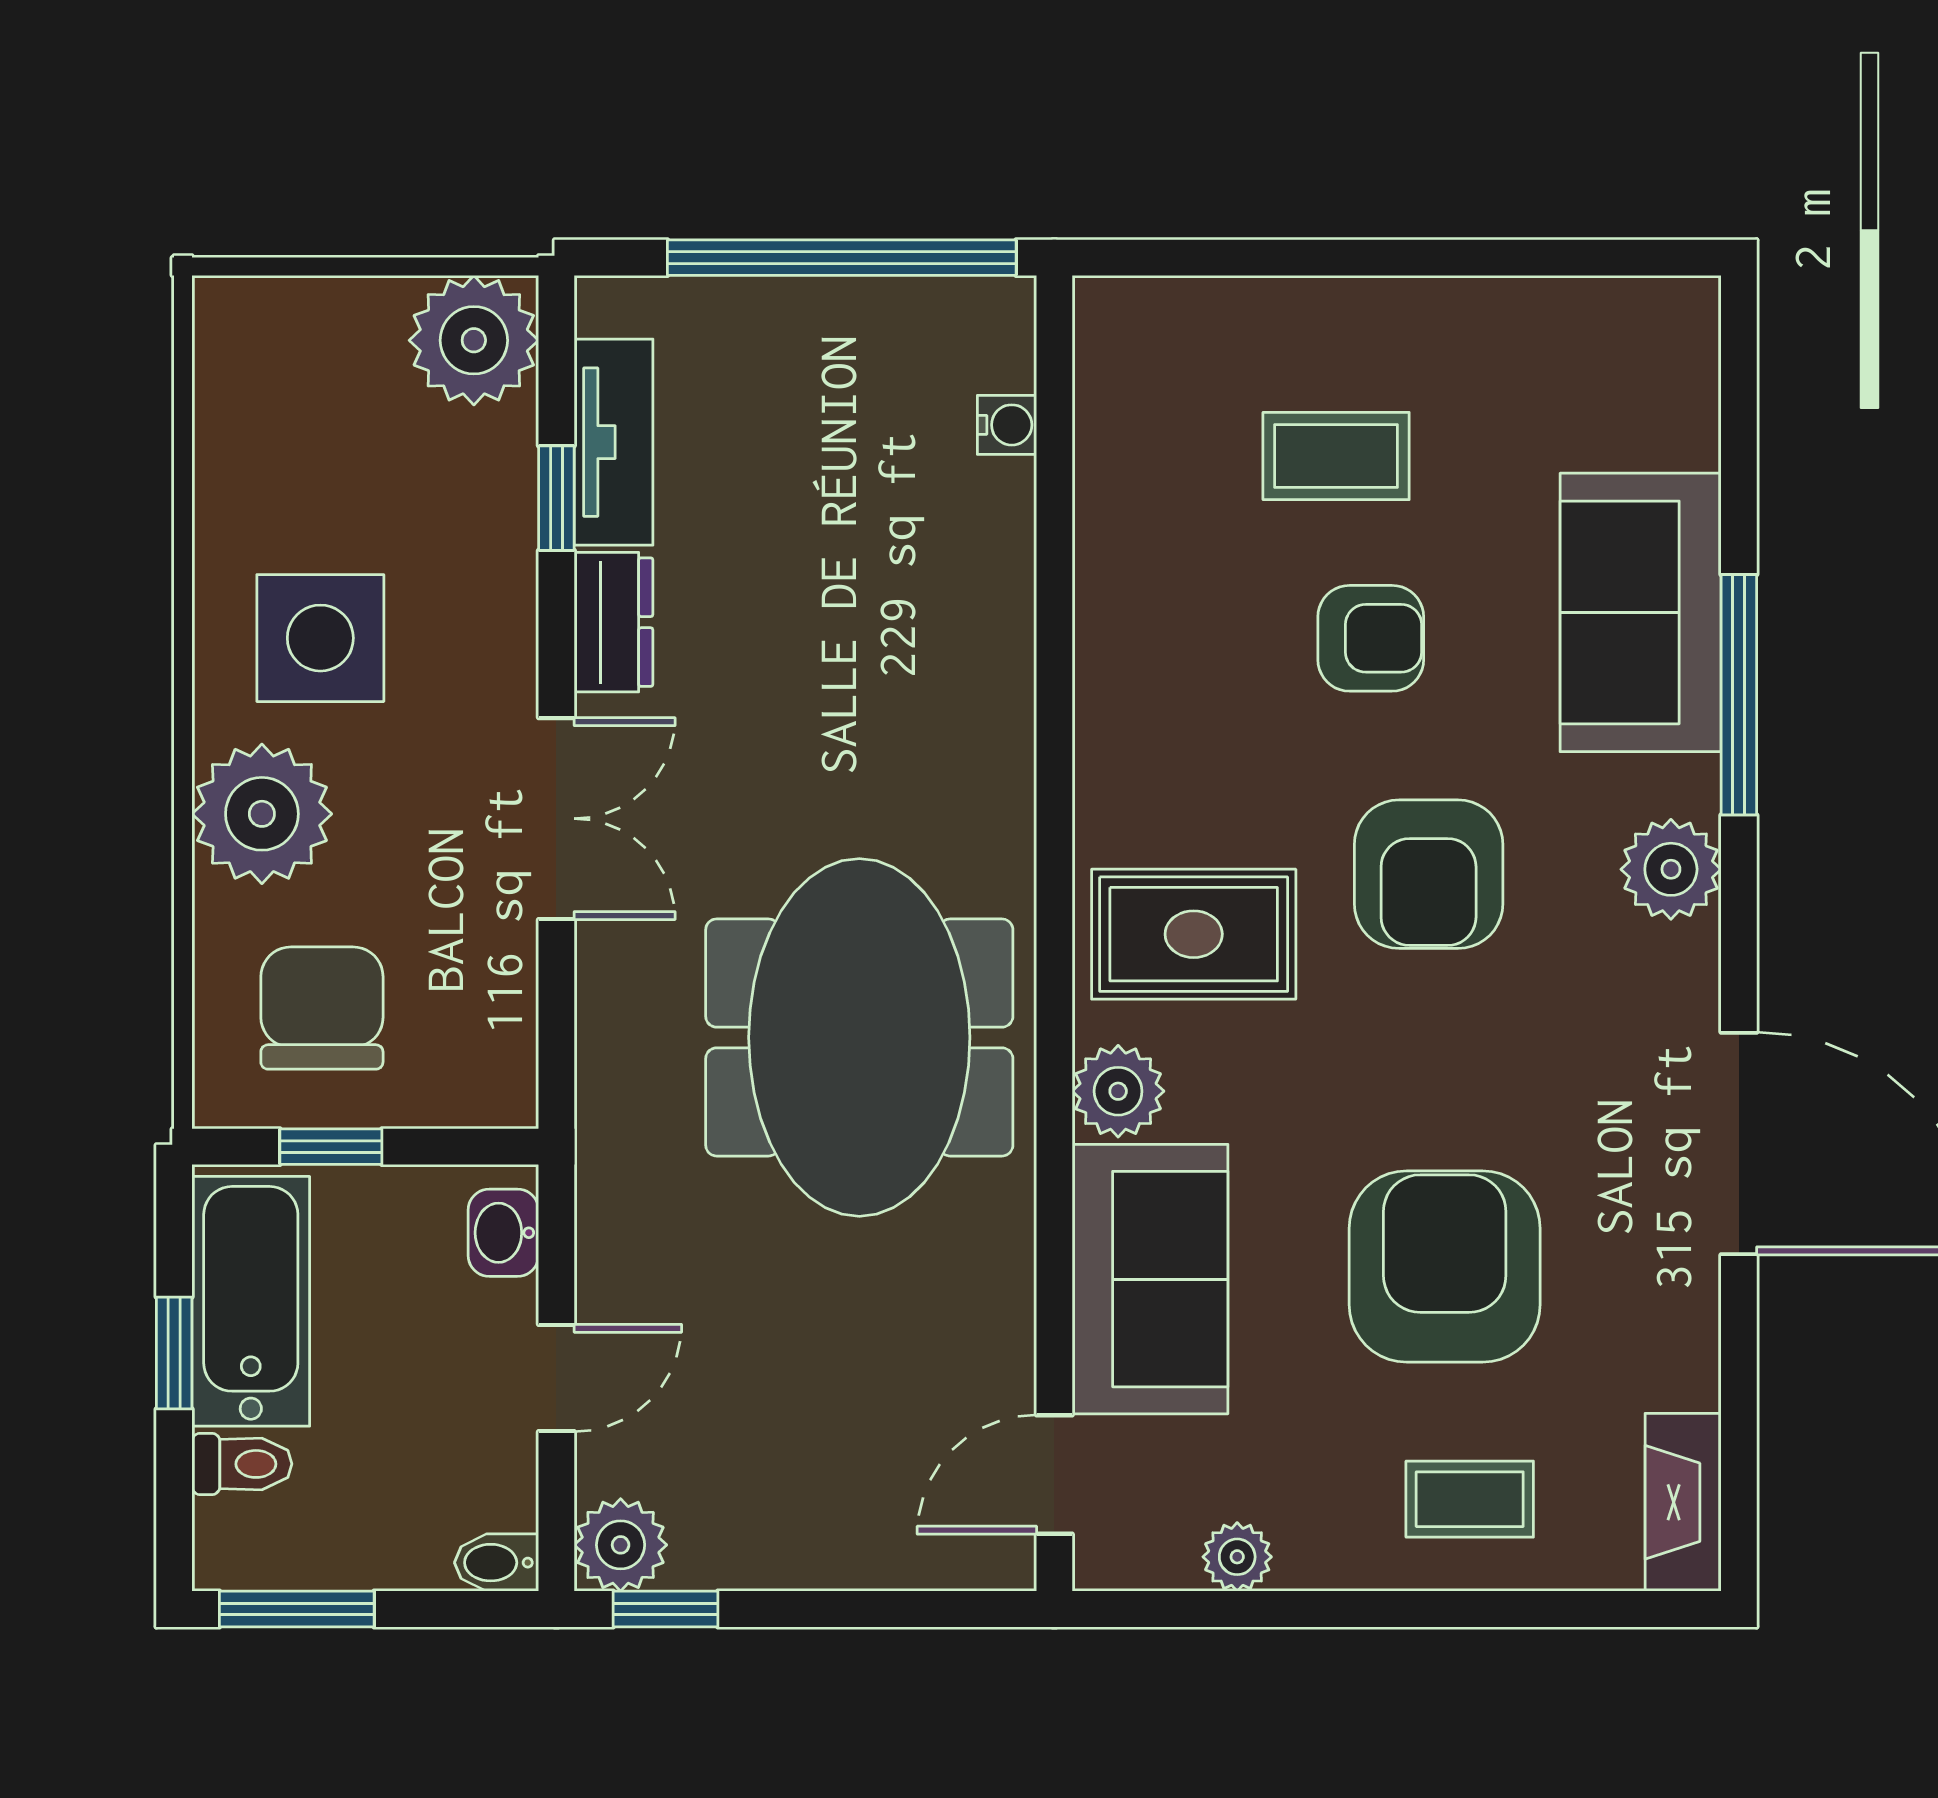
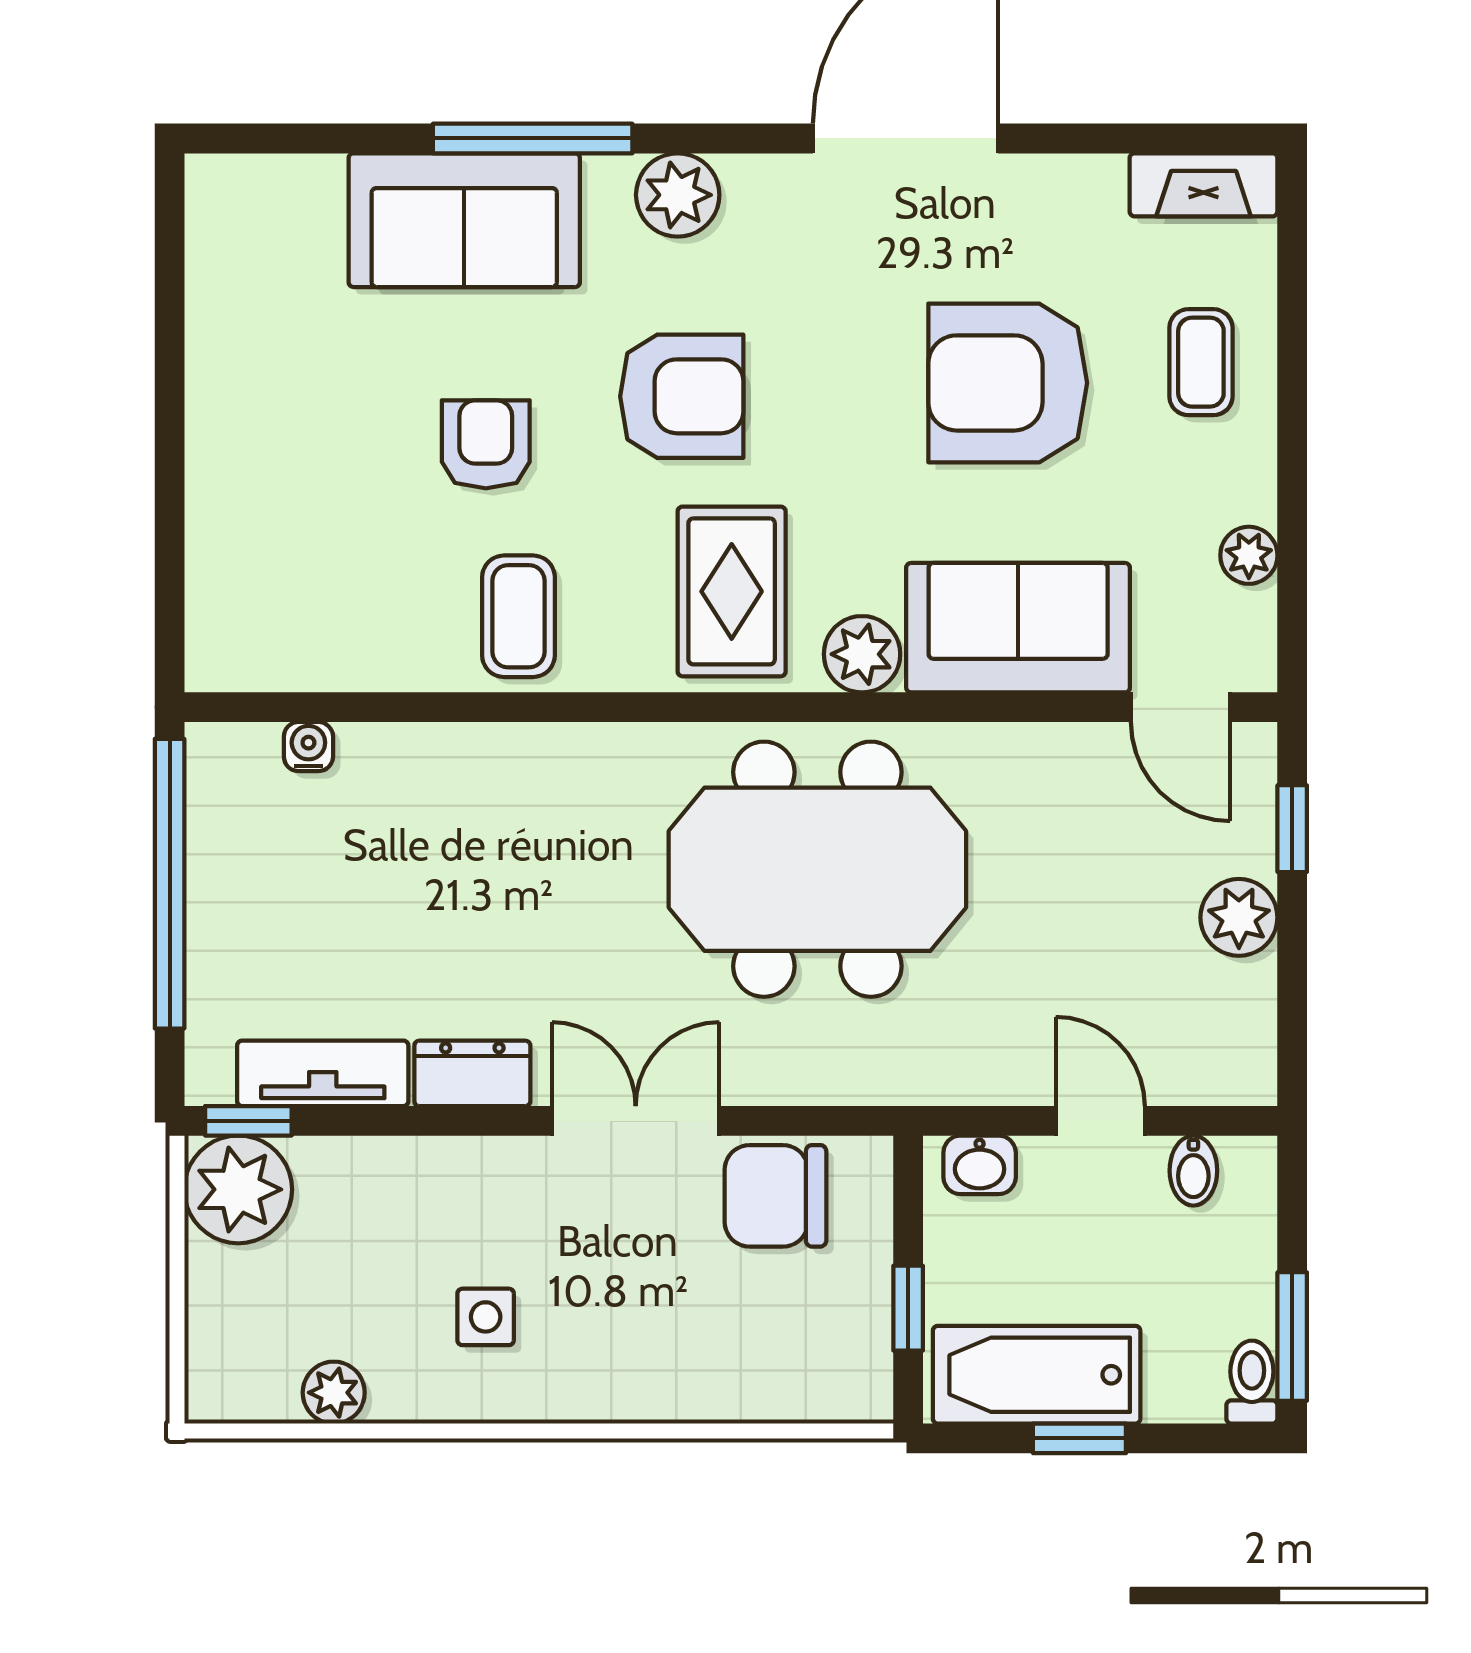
coffee table: (1336, 456) -> (518, 616), moved
window: (556, 498) -> (248, 1121), moved
side table: (320, 638) -> (486, 1317), width x0.54, depth x0.54
plant: (262, 814) -> (334, 1393), moved, width x0.53, depth x0.53
chair: (322, 1008) -> (775, 1196), moved
toilet: (242, 1464) -> (1252, 1382), moved
plant: (621, 1545) -> (1239, 917), moved
bidet: (497, 1563) -> (1193, 1171), moved
window: (665, 1609) -> (1292, 829), moved

